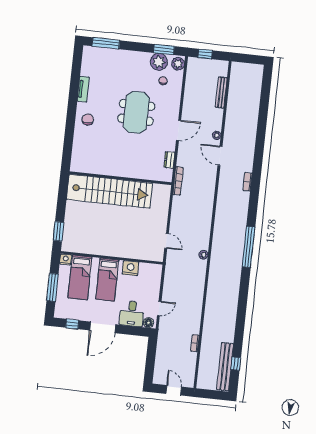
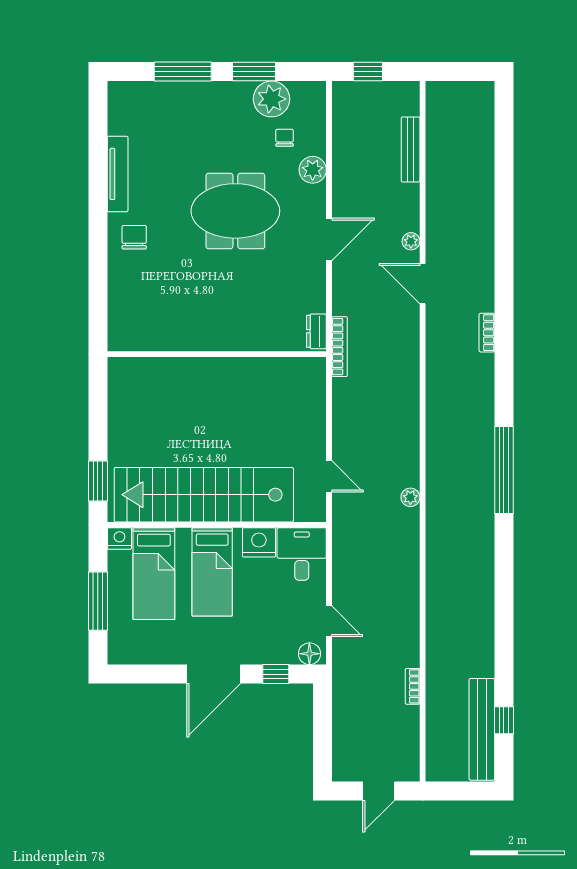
window: (106, 43) -> (183, 72), moved
window: (164, 50) -> (254, 72), moved
plant: (178, 64) -> (313, 170), moved
tv unit: (83, 89) -> (118, 174), width x1.41
meeting table: (136, 112) -> (235, 211), turned 90
dresser: (169, 160) -> (316, 331), moved
stairs: (109, 191) -> (204, 495), moved, turned 180
door: (159, 309) -> (329, 621), hinge flipped
desk: (132, 314) -> (302, 554), moved, turned 180
window: (72, 324) -> (276, 674), moved
door: (174, 390) -> (379, 791), swing flipped

